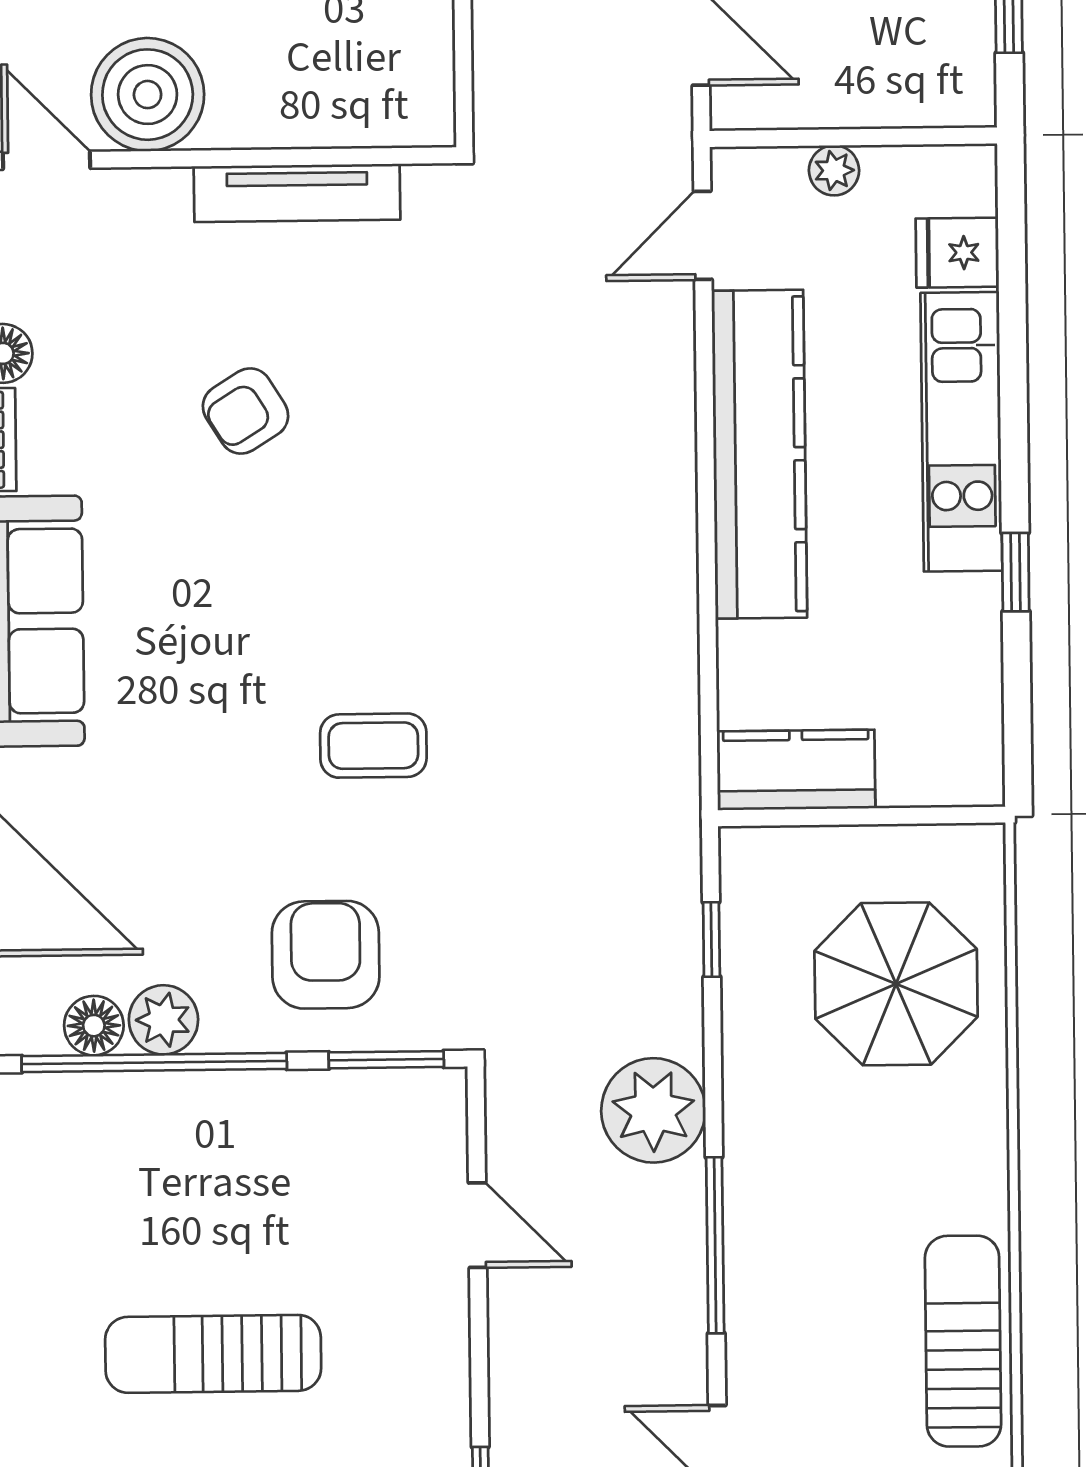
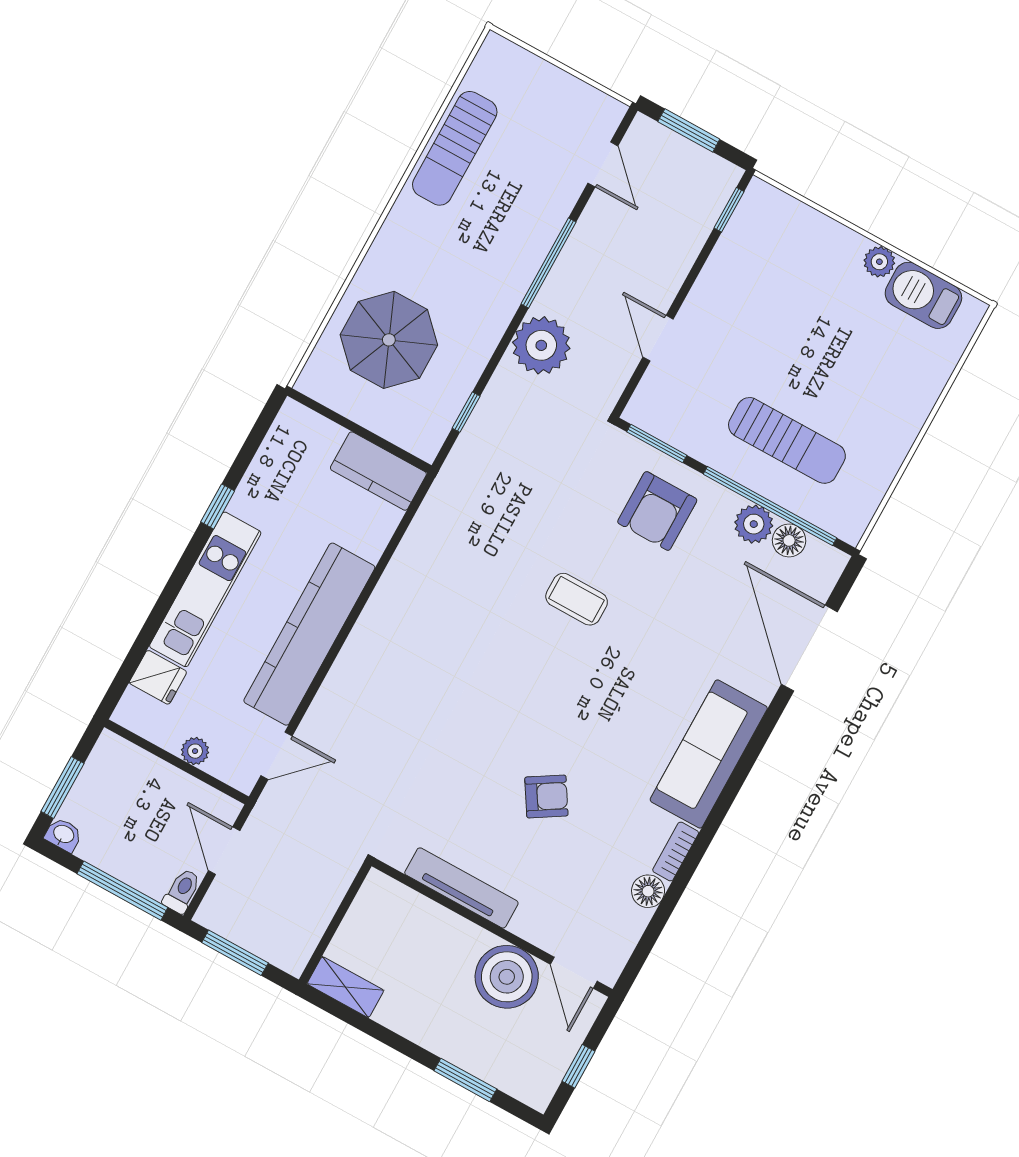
sun lounger: (213, 1354) -> (787, 440), moved

